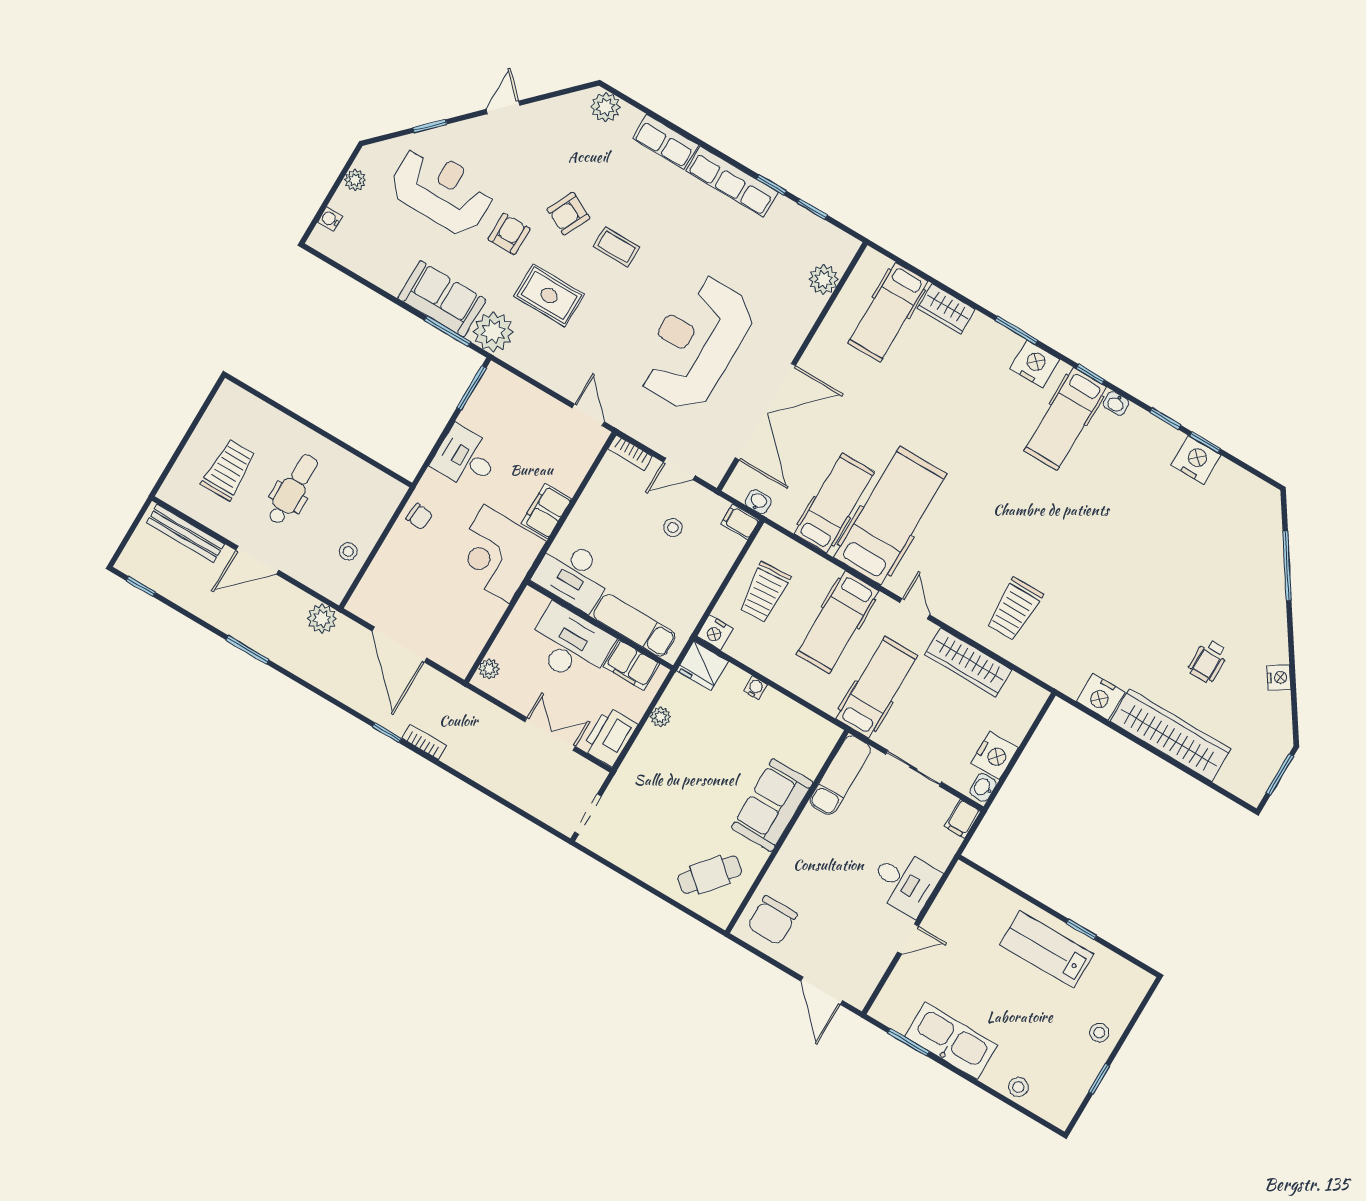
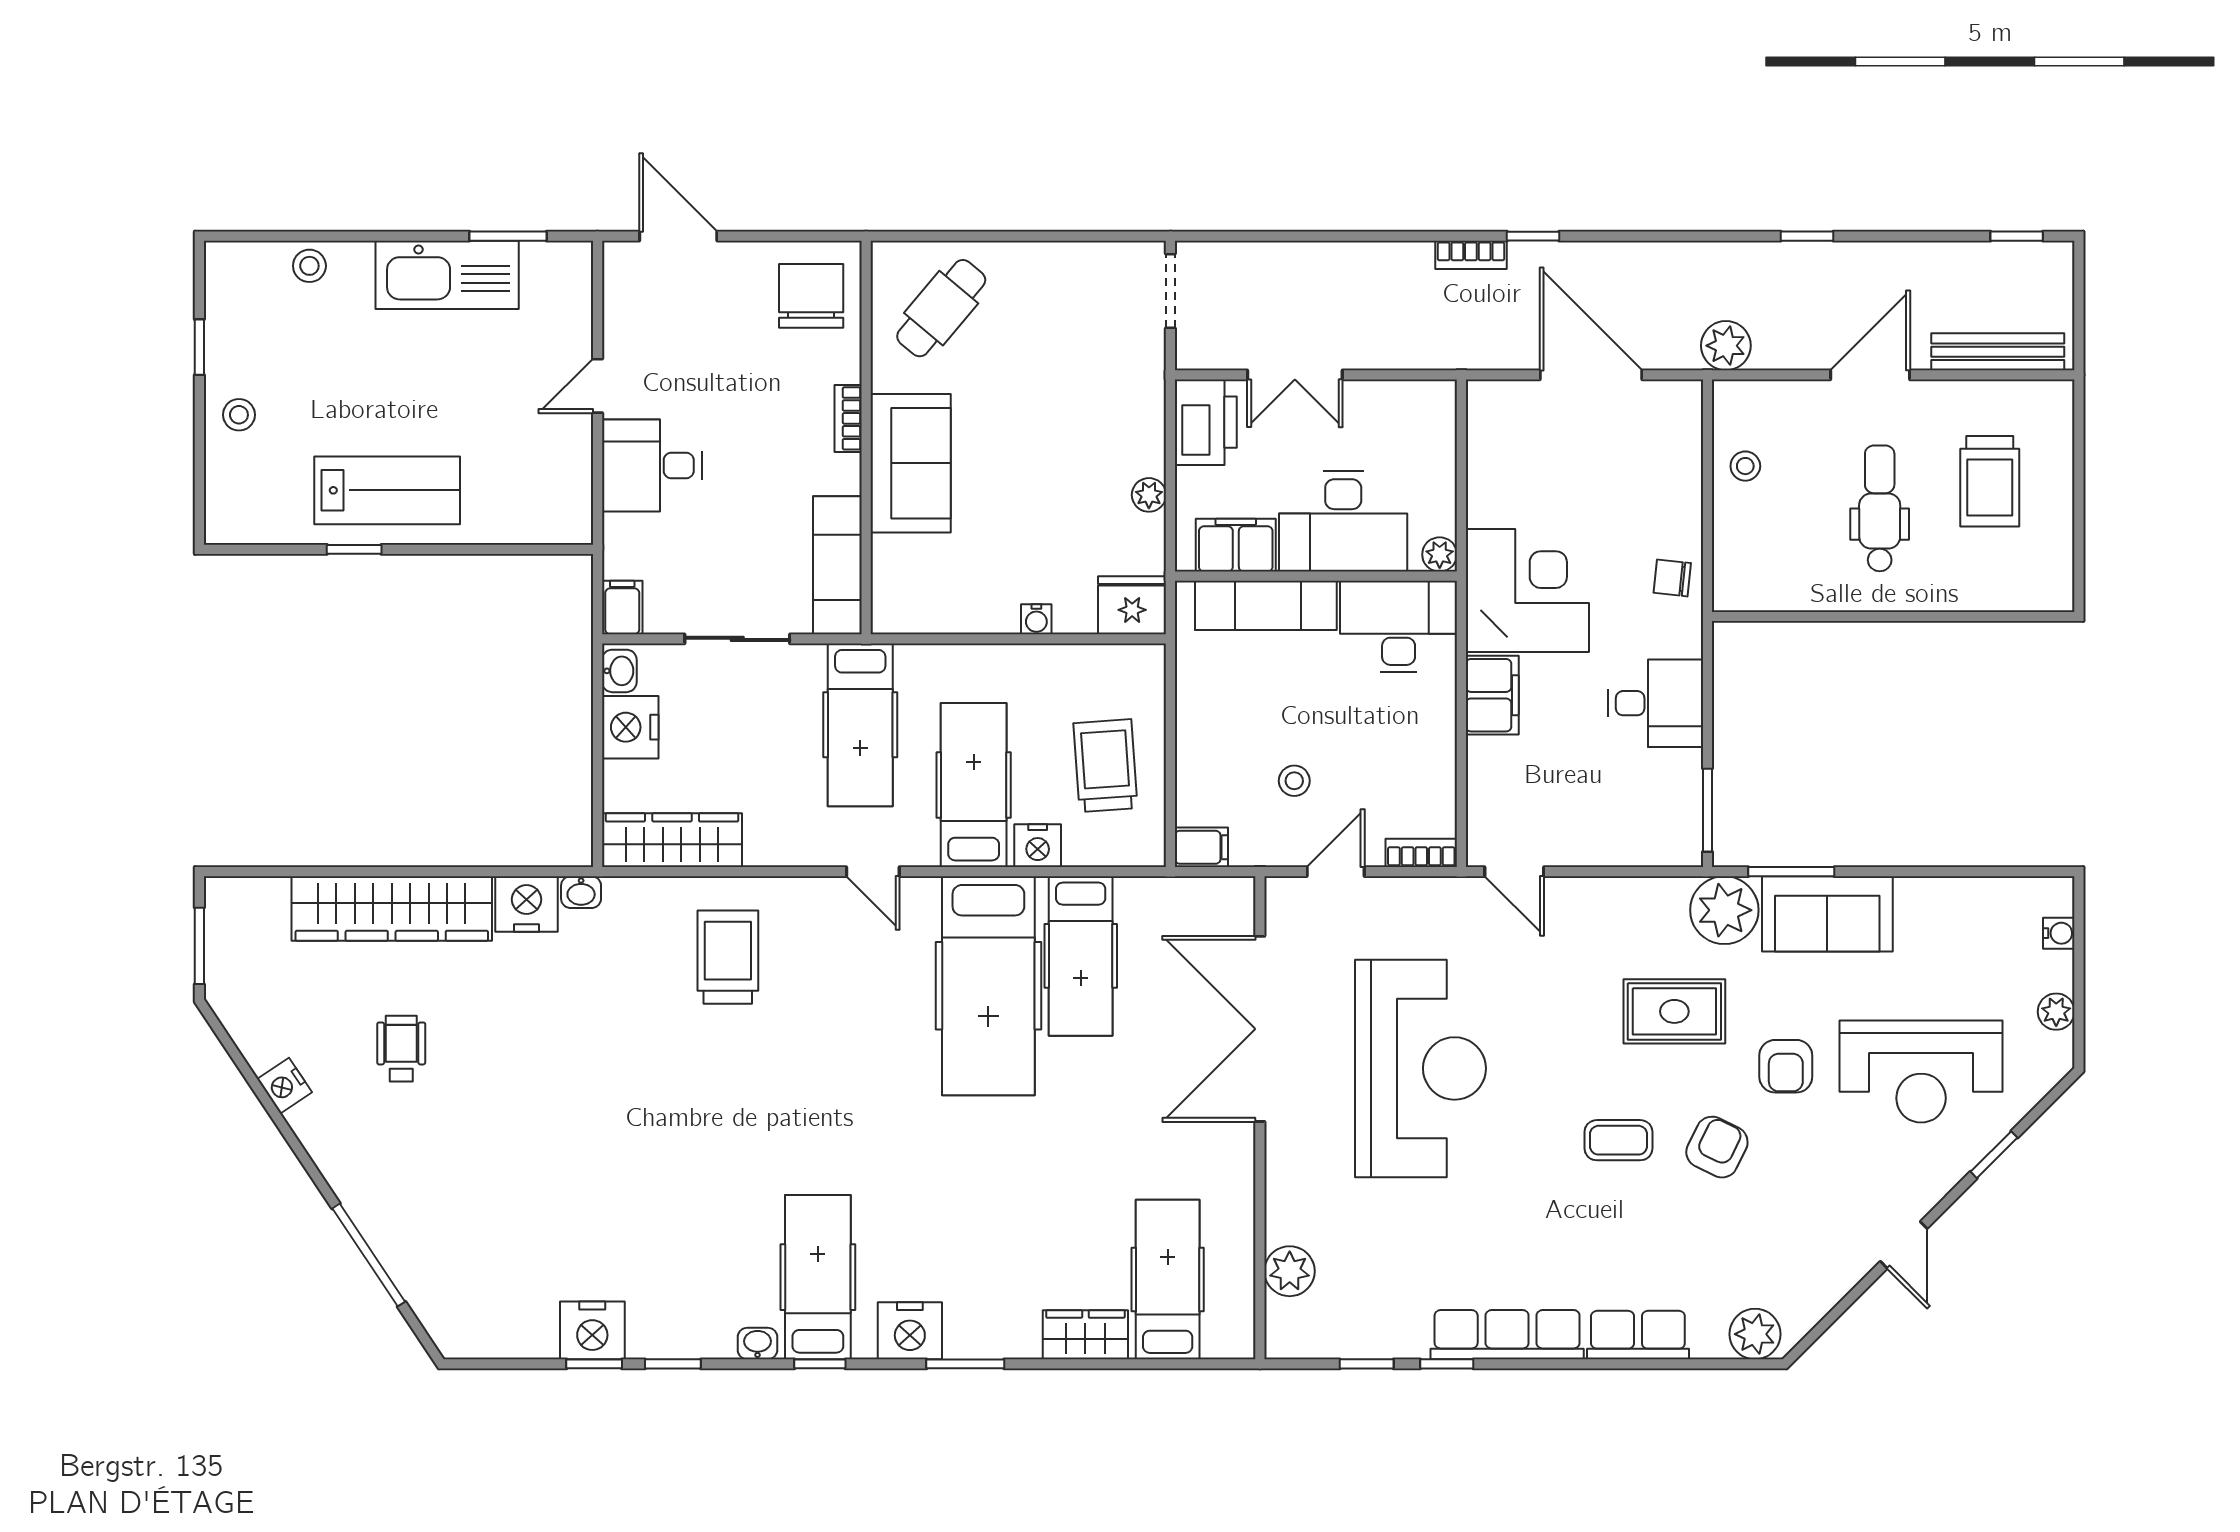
dental chair: (293, 489) -> (1880, 508), turned 180
washbasin: (758, 502) -> (581, 892), moved
nightstand: (715, 632) -> (1038, 846), moved, turned 180
window: (248, 650) -> (1807, 236), width x0.67
wardrobe: (968, 662) -> (672, 840), moved
plant: (489, 669) -> (1440, 554), moved
bookcase: (790, 847) -> (848, 418), added

